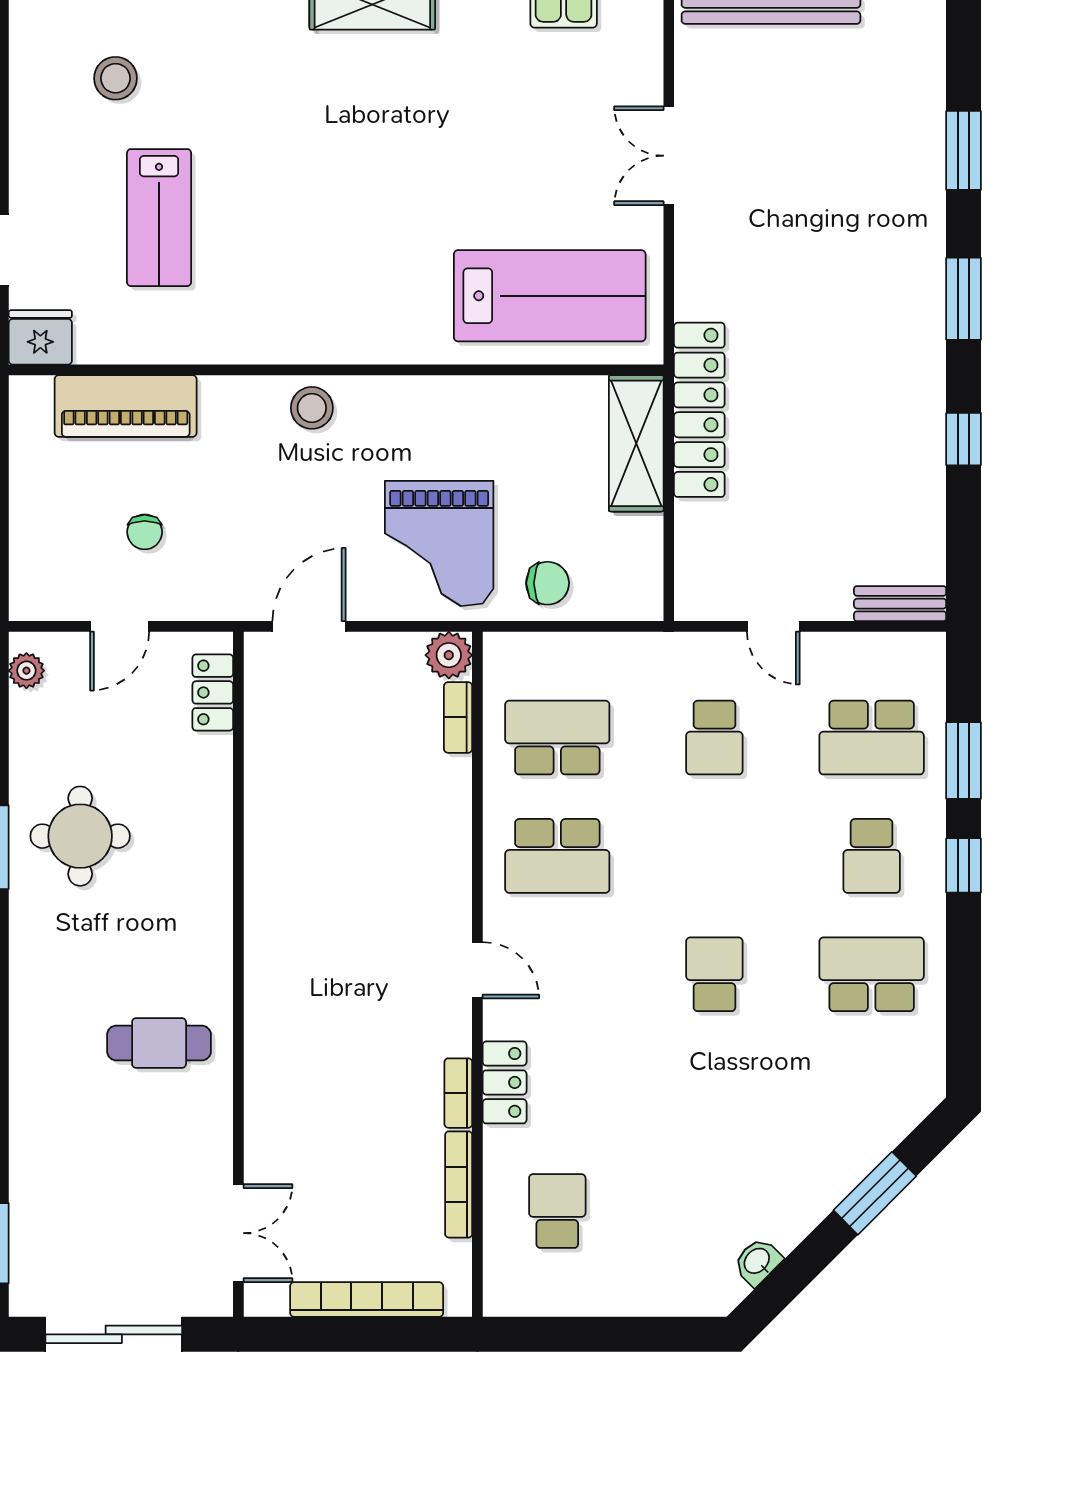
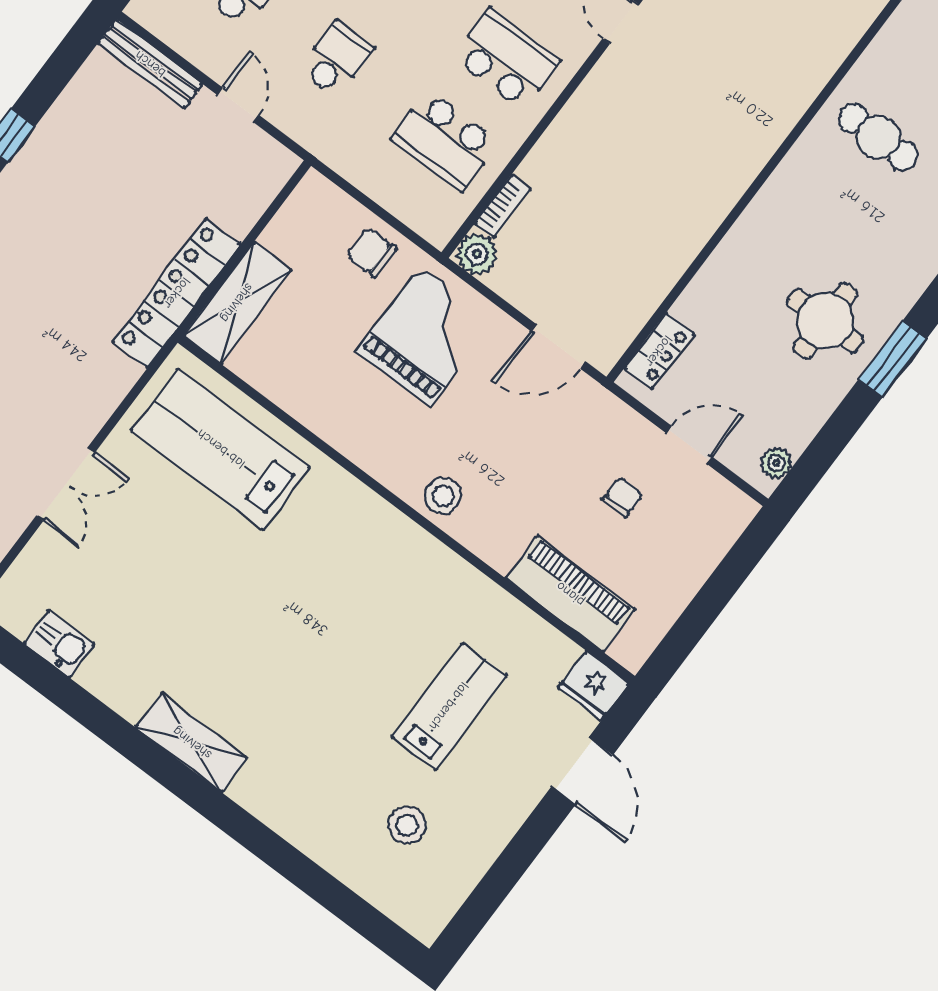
bench: (900, 604) -> (150, 64), width x1.36

